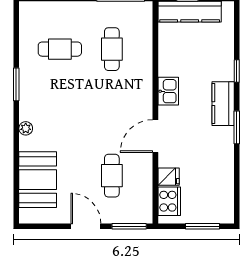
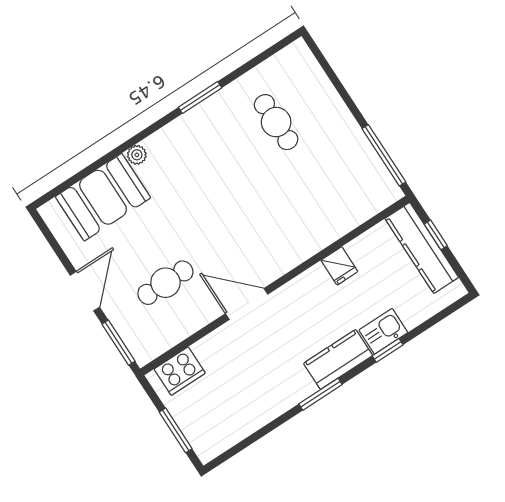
cafe table: (112, 49) -> (317, 184), removed
kitchen sink: (168, 91) -> (383, 331), moved, turned 180
plant: (26, 128) -> (137, 155), moved
fridge: (169, 177) -> (339, 266), moved

